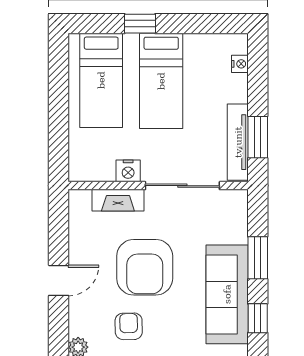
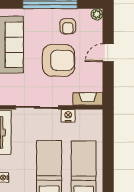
fireplace: (118, 200) -> (88, 99), moved
armchair: (145, 267) -> (59, 60), turned 90

